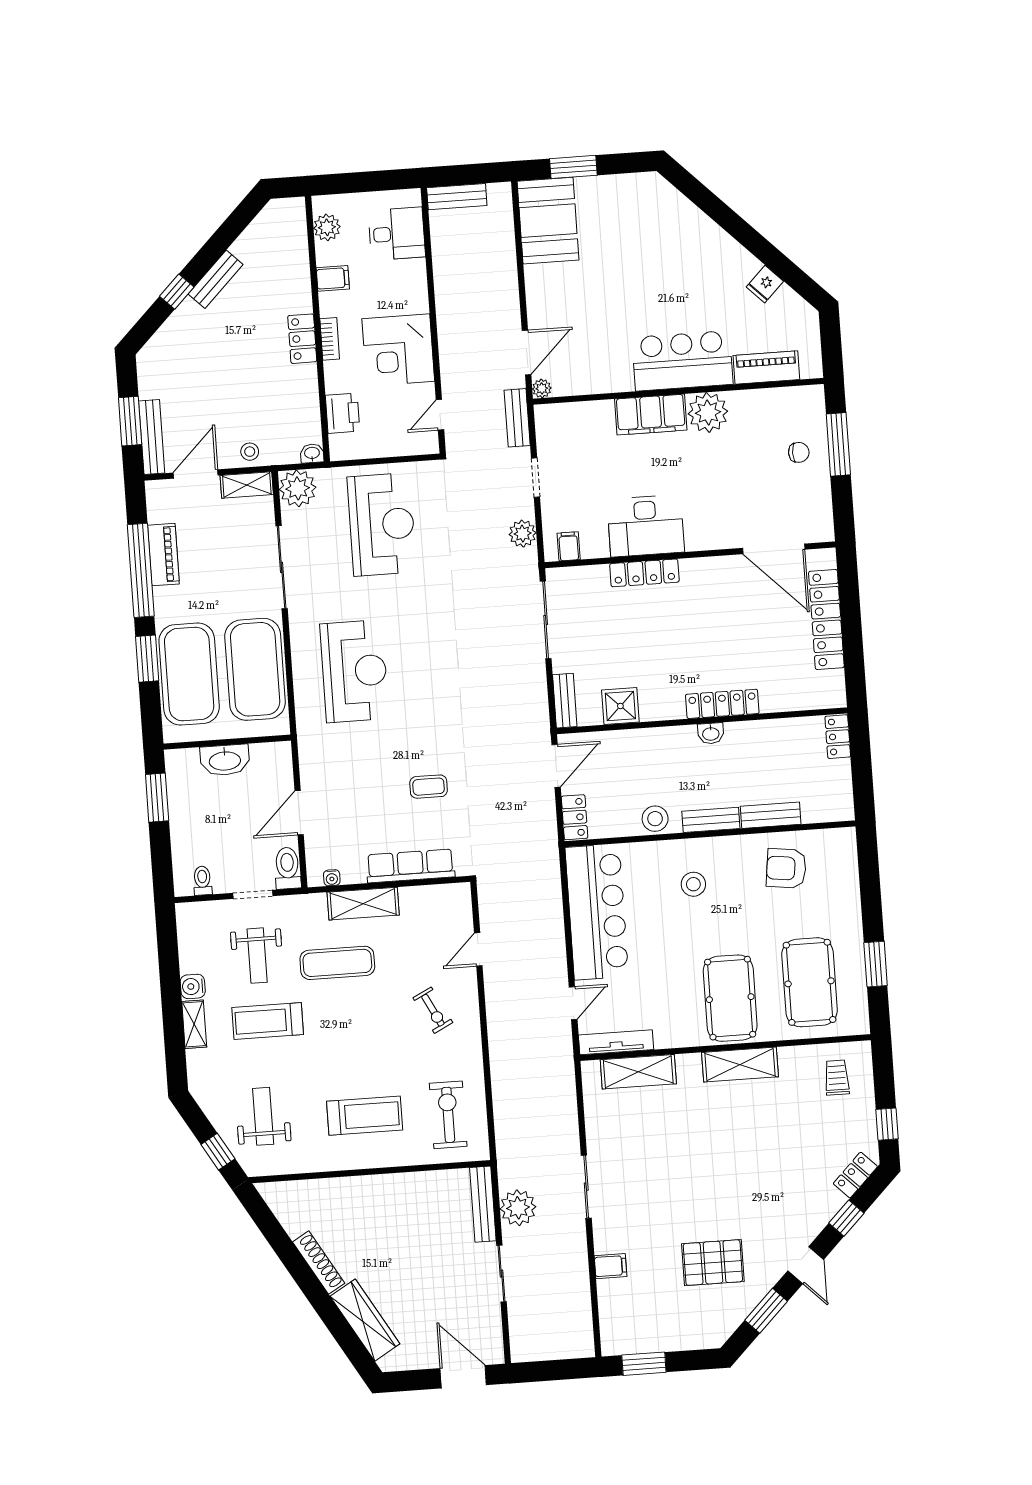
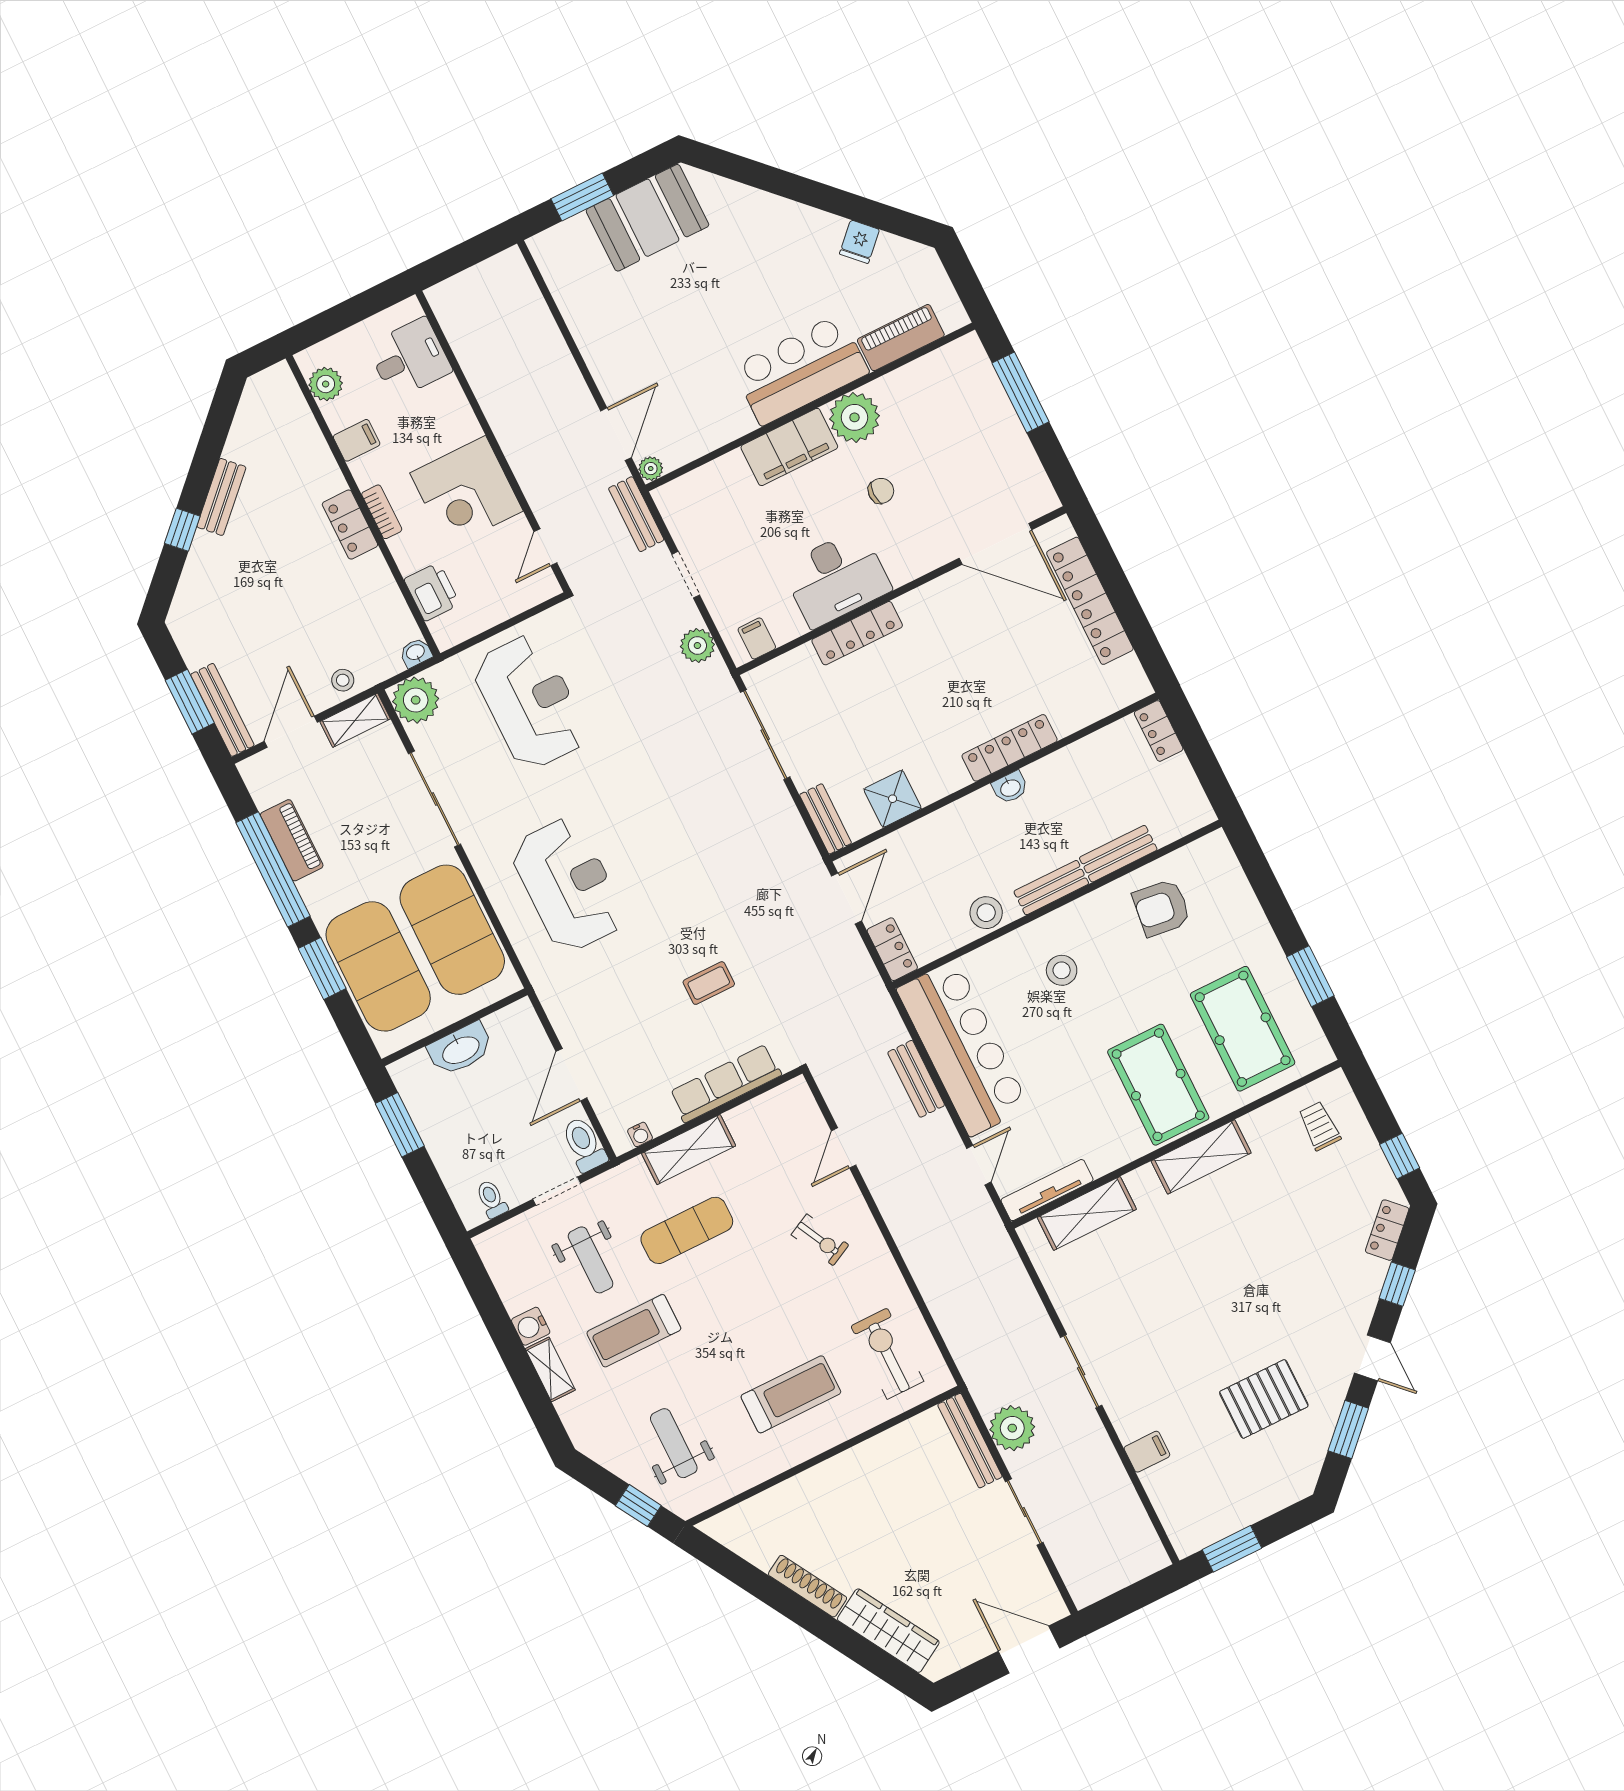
bench: (457, 197) -> (916, 1079), moved, turned 90
booth: (548, 221) -> (647, 218), moved, turned 90
chair: (799, 452) -> (881, 491), moved

